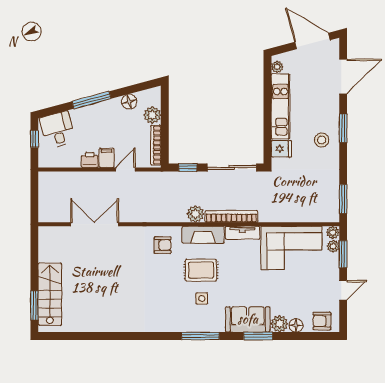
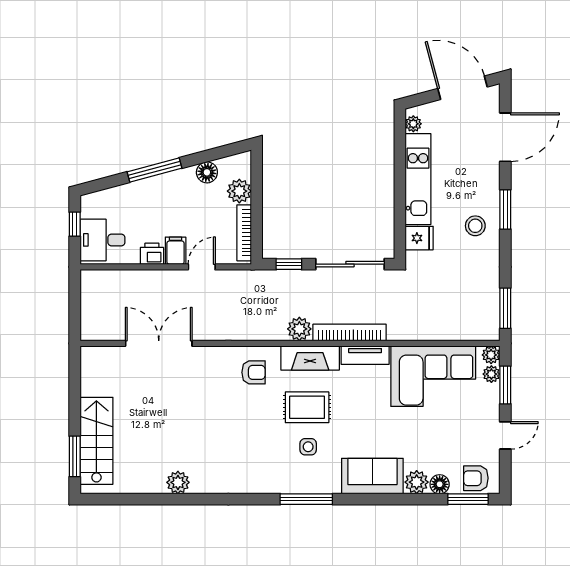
desk: (57, 130) -> (102, 240), moved, turned -75
plant: (108, 324) -> (178, 482), added
window: (258, 336) -> (468, 499), moved

